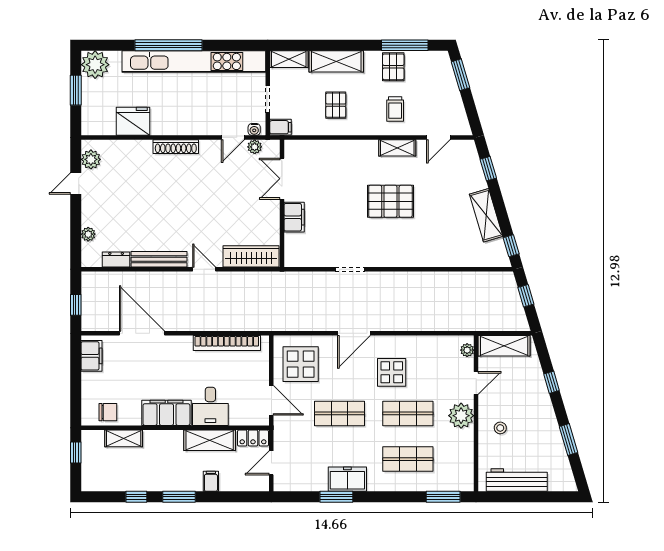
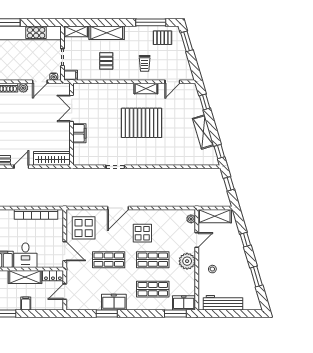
pallet: (393, 67) -> (162, 38), moved, turned 90
plant: (255, 147) -> (23, 88), moved
pallet: (390, 201) -> (142, 123), width x1.37, depth x1.41
door: (204, 269) -> (21, 167), hinge flipped
freezer: (456, 480) -> (184, 303), added

